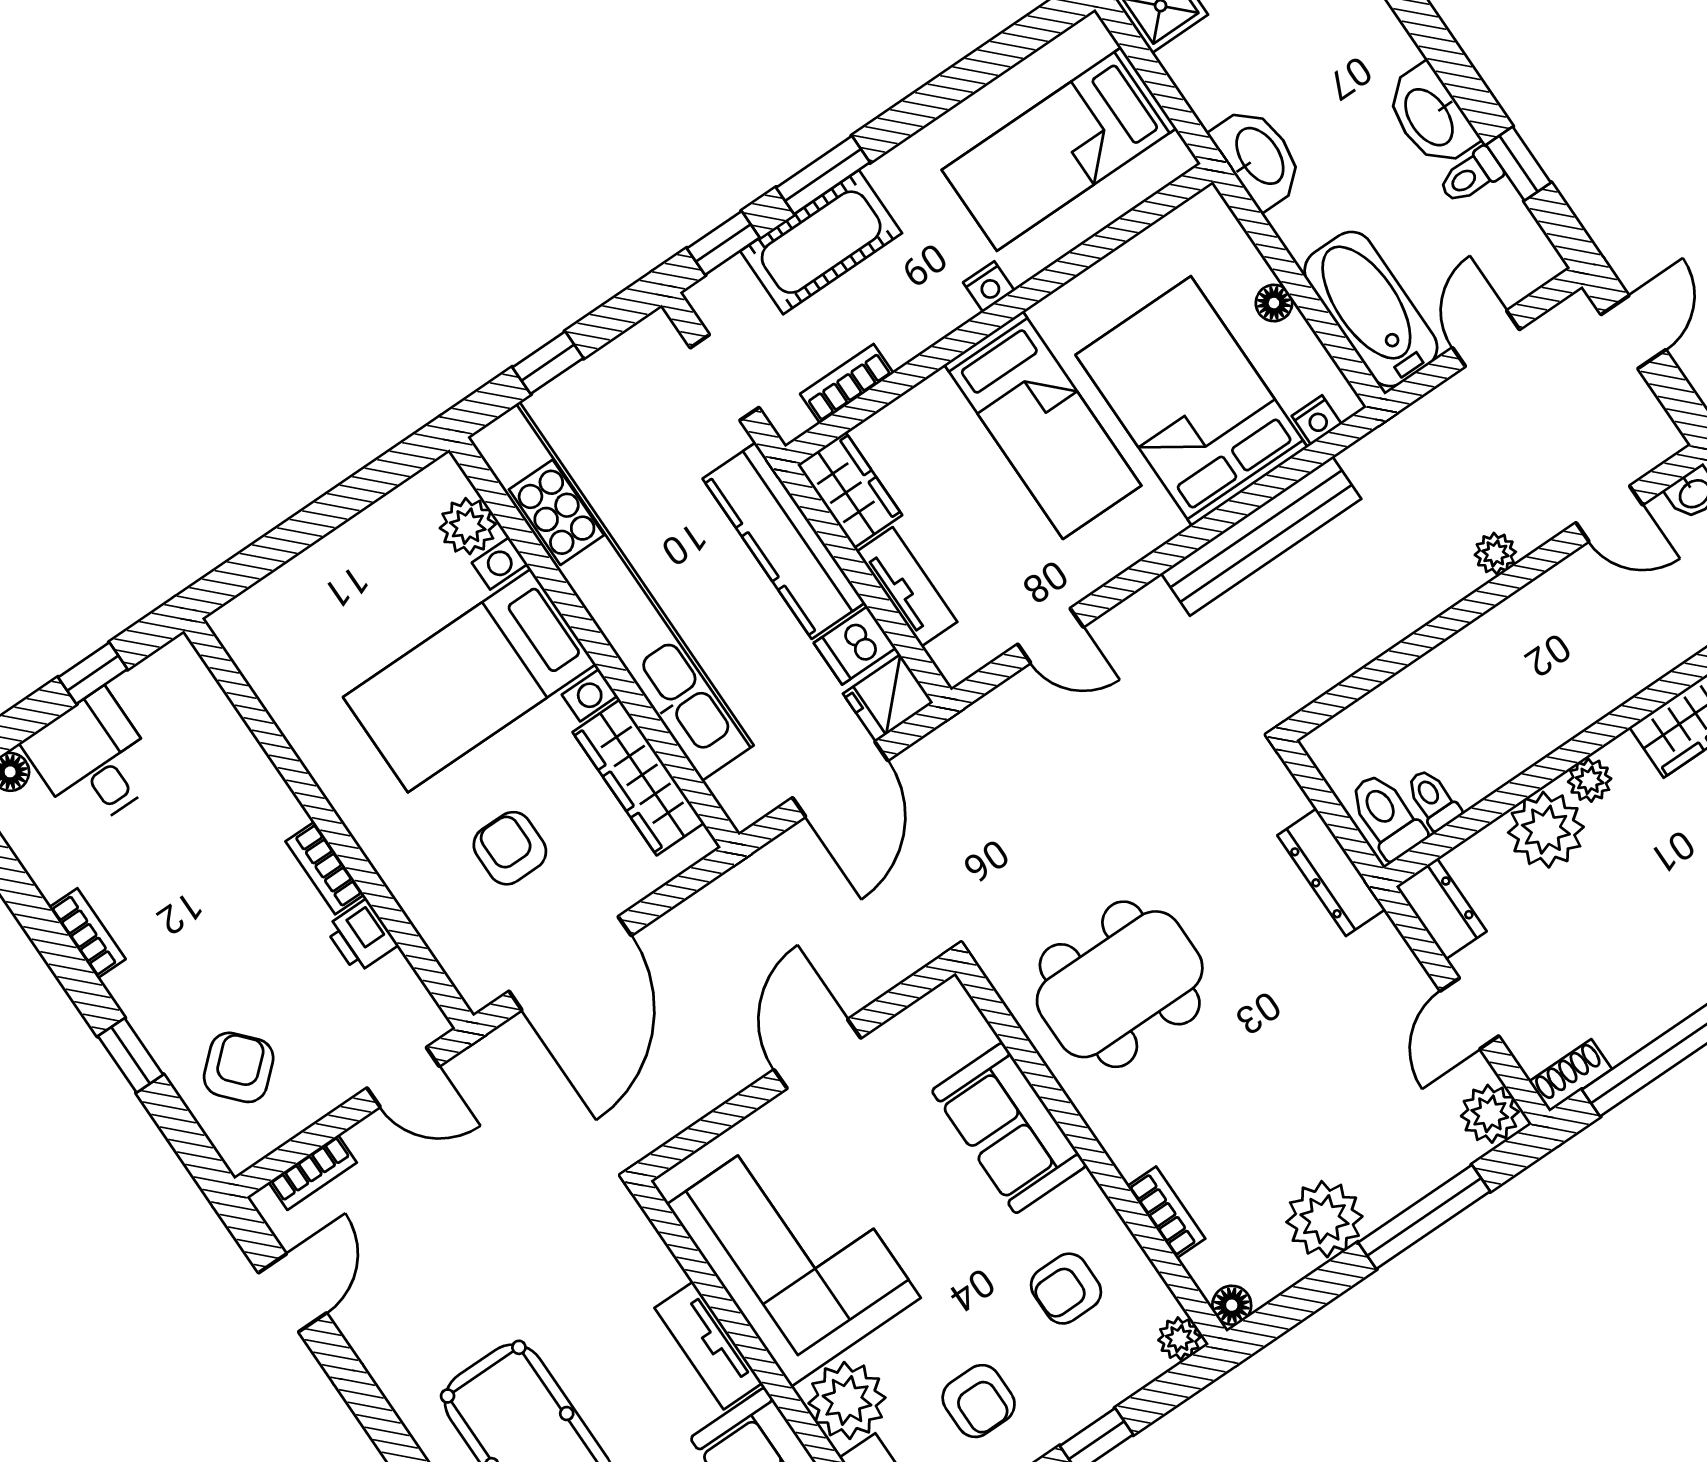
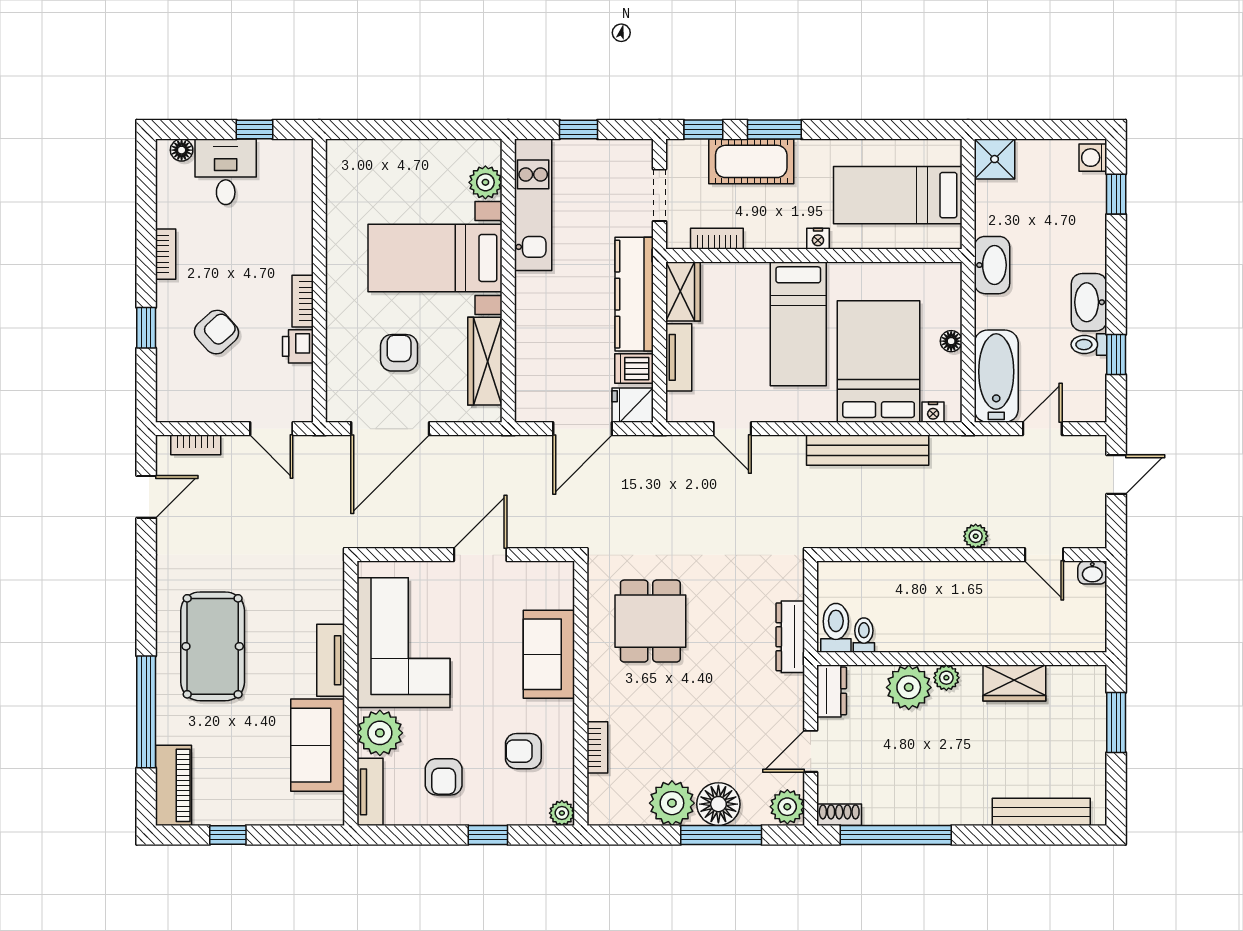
kitchen unit: (611, 591) -> (533, 205), width x0.54
dining table: (1120, 984) -> (650, 621), width x0.73
armchair: (239, 1067) -> (216, 332), moved
floor lamp: (1232, 1305) -> (718, 804), moved, width x1.89, depth x1.89

